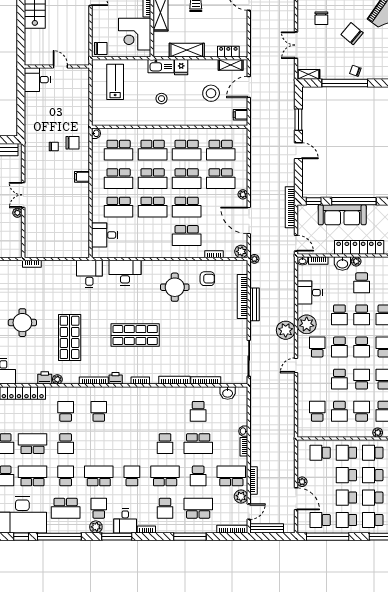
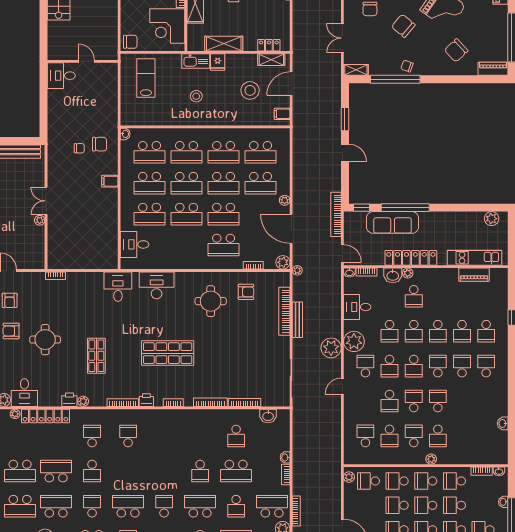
shop shelf: (70, 337) -> (96, 356), width x0.70, depth x0.74
plant: (302, 482) -> (349, 477), moved

